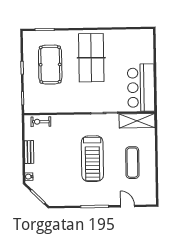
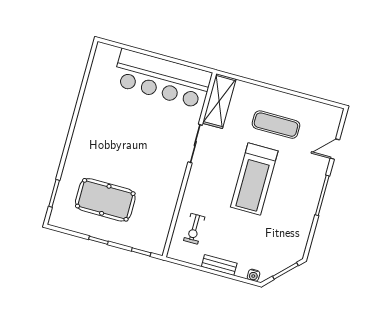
table tennis table: (91, 58) -> (112, 139), removed
bar counter: (141, 88) -> (162, 79), width x1.36
exercise bike: (41, 122) -> (194, 229), moved
treadmill: (92, 159) -> (254, 179), turned 90

